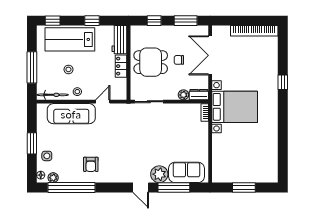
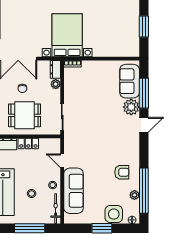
dining table: (151, 62) -> (25, 115), turned 90
side table: (47, 156) -> (114, 214), width x1.87, depth x1.87
plant: (53, 178) -> (135, 195), moved

